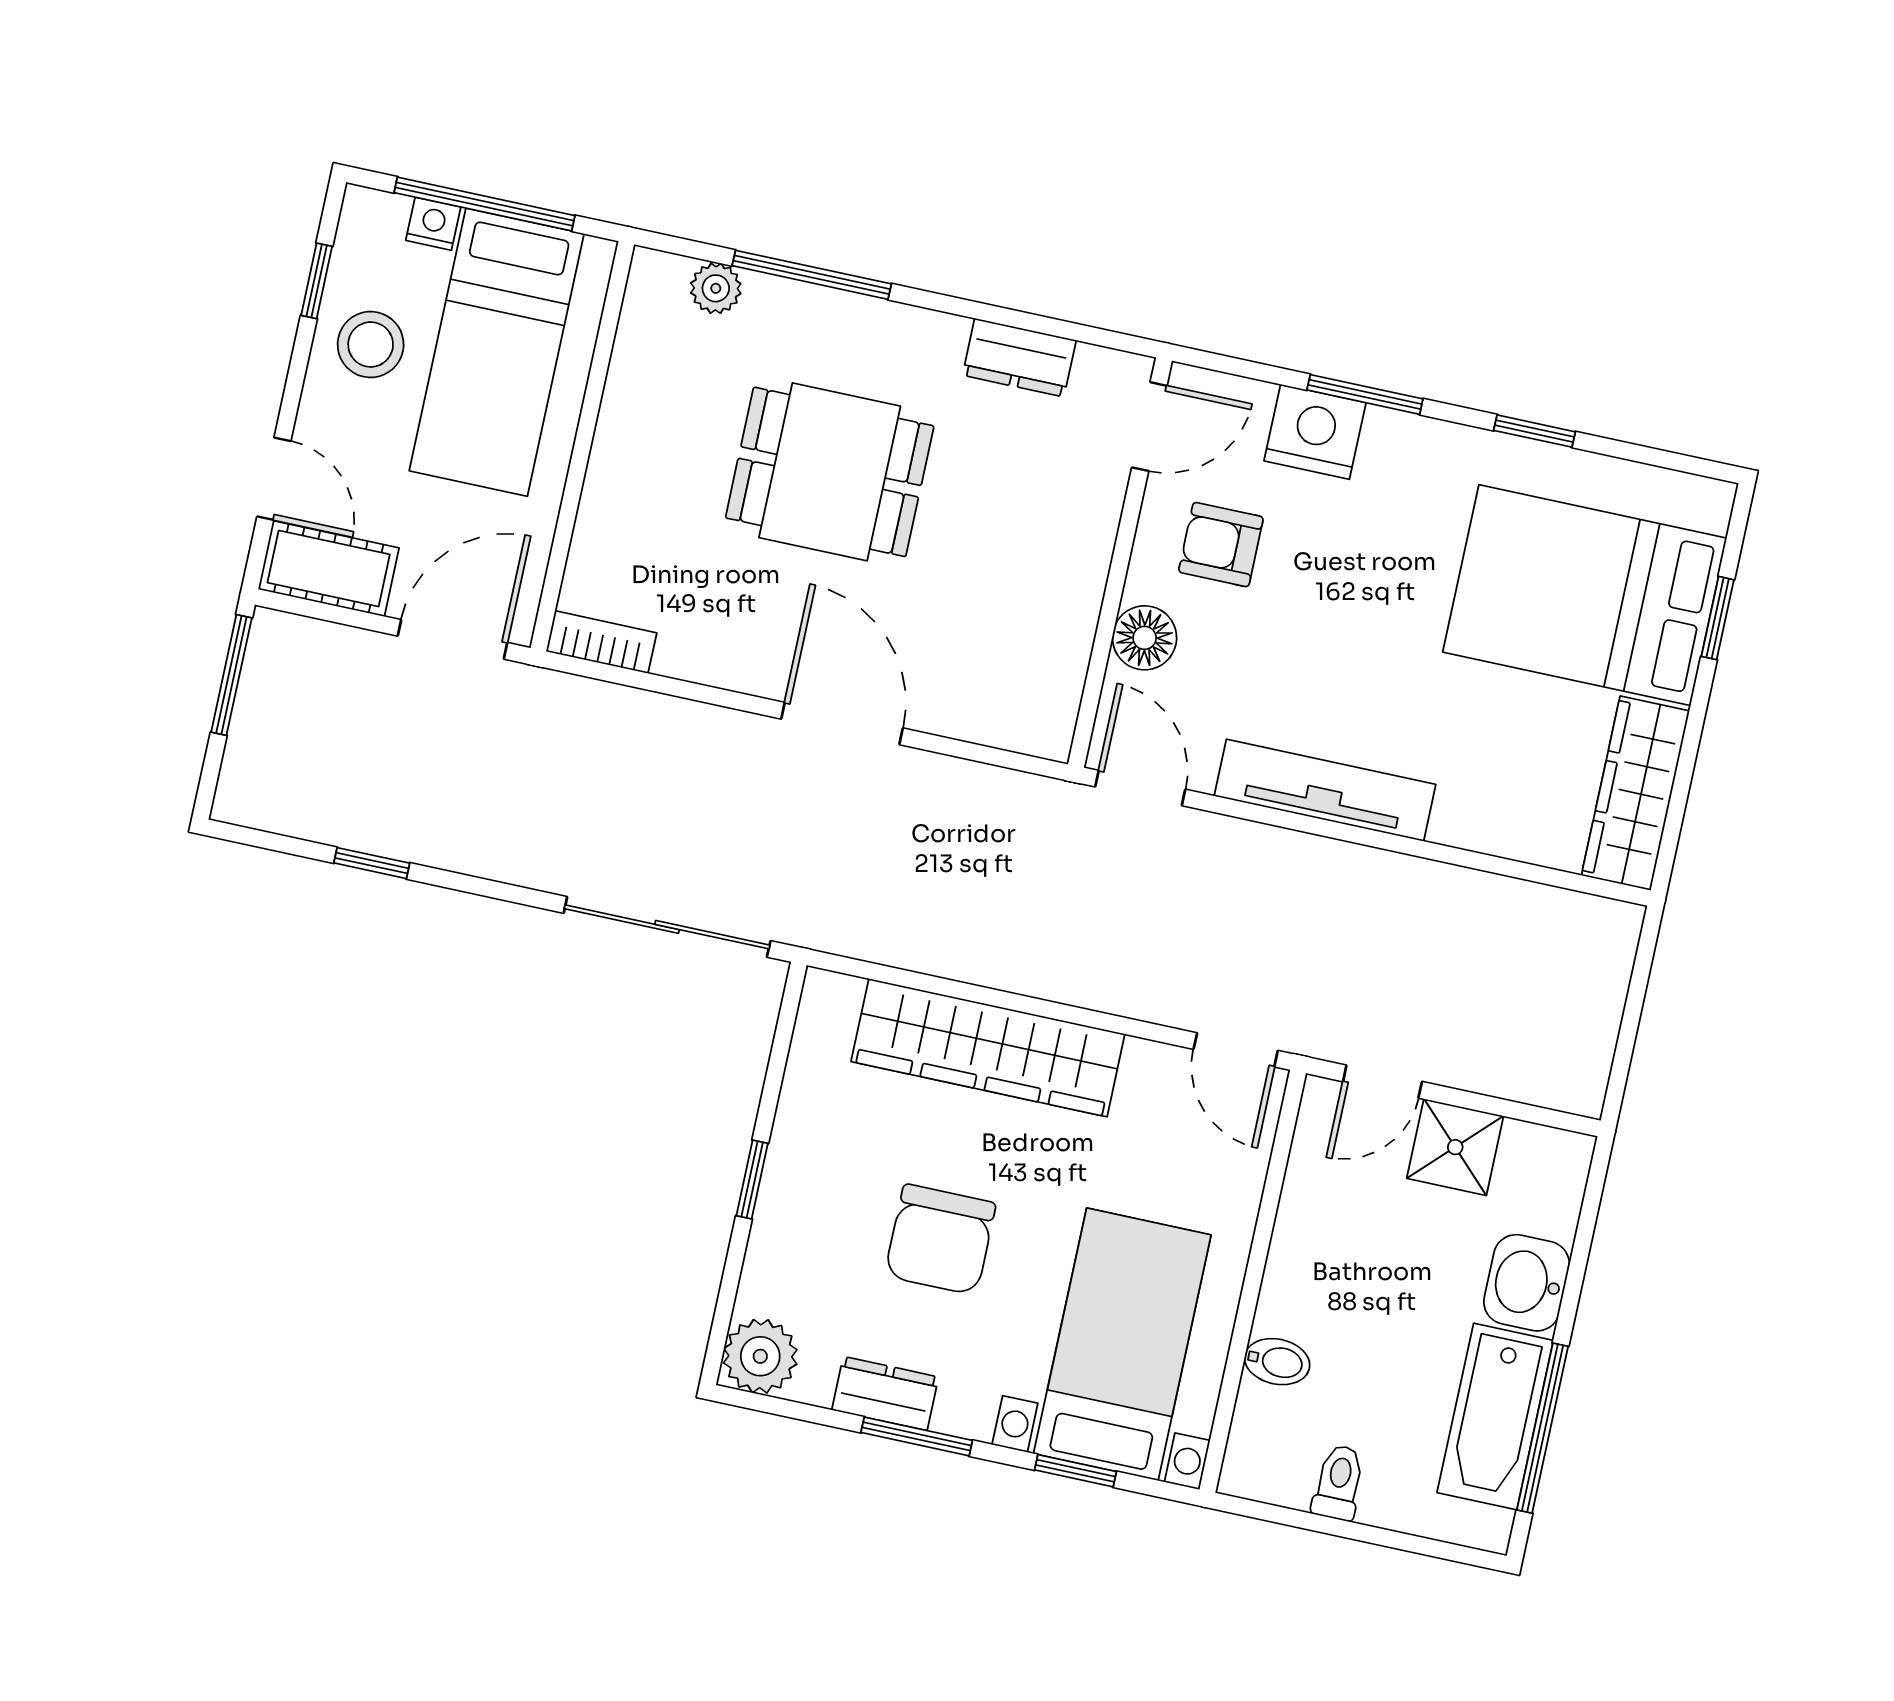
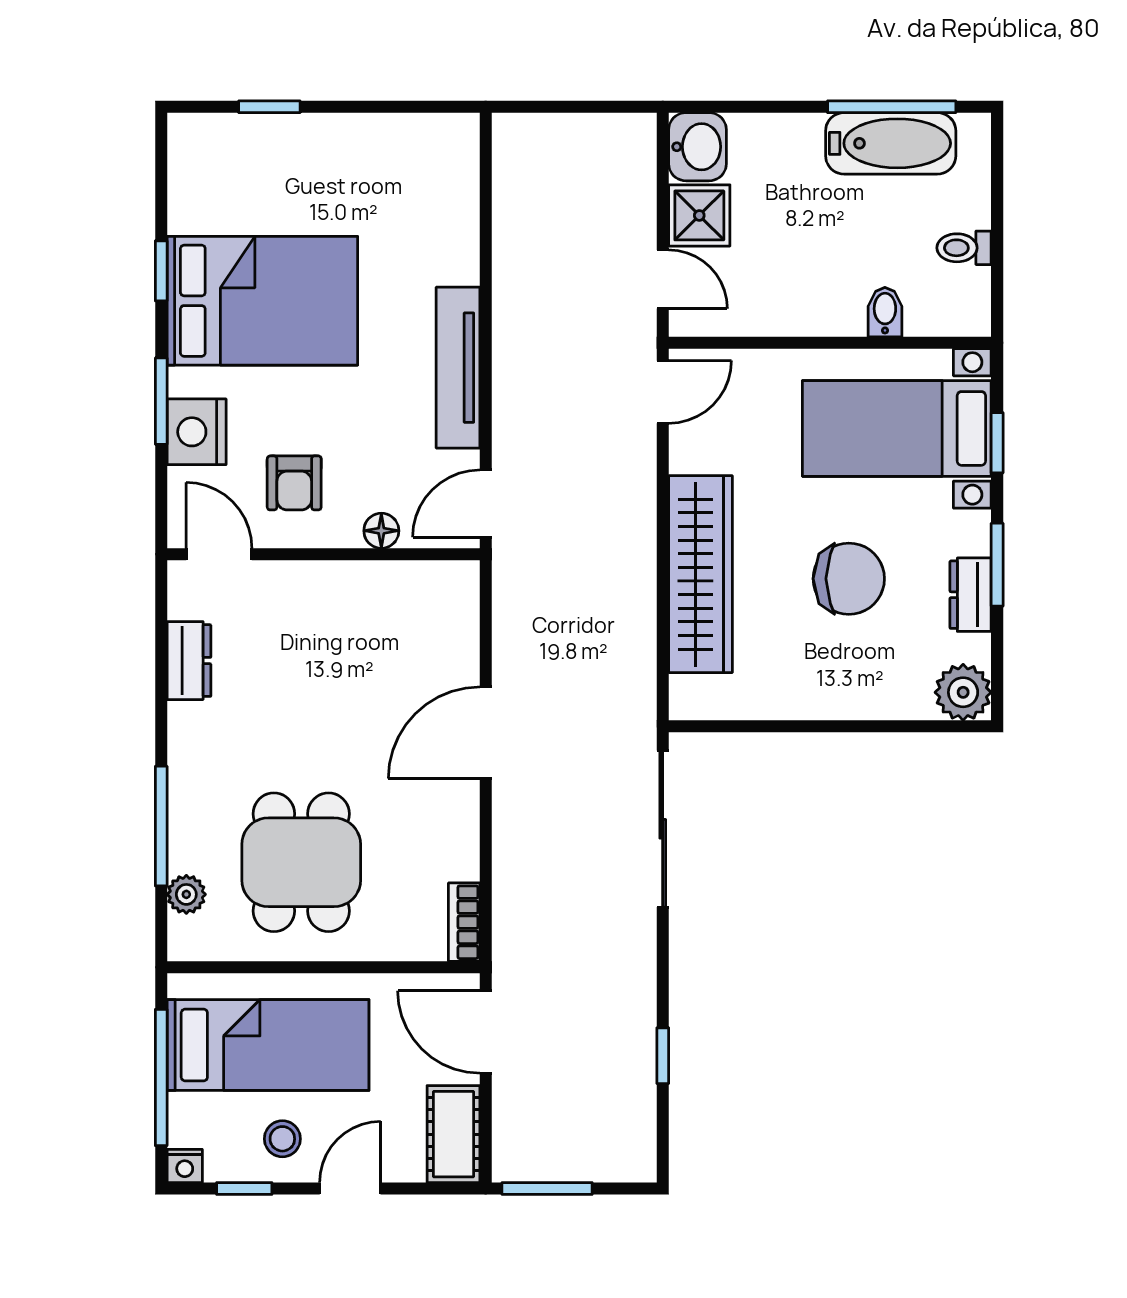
nightstand: (433, 224) -> (185, 1166), moved, turned -90
stool: (371, 345) -> (282, 1139), width x0.73, depth x0.73
dining table: (830, 472) -> (301, 862), moved
door: (274, 479) -> (350, 1189), moved
bed: (1585, 595) -> (262, 301), moved, turned -90
floor lamp: (1145, 638) -> (381, 531), width x0.73, depth x0.73
wardrobe: (1635, 793) -> (411, 139), removed
window: (752, 1179) -> (835, 726), removed
washbasin: (1527, 1283) -> (698, 147), moved, turned -90

